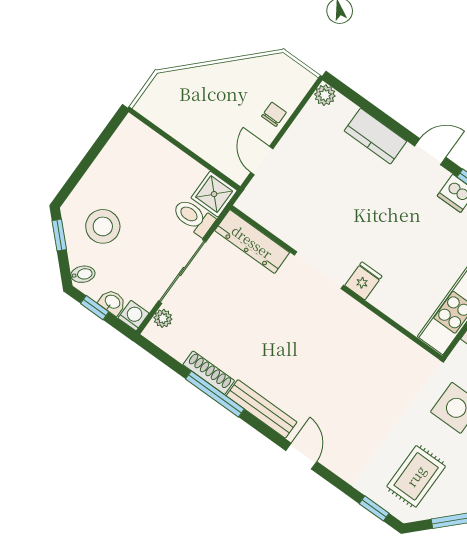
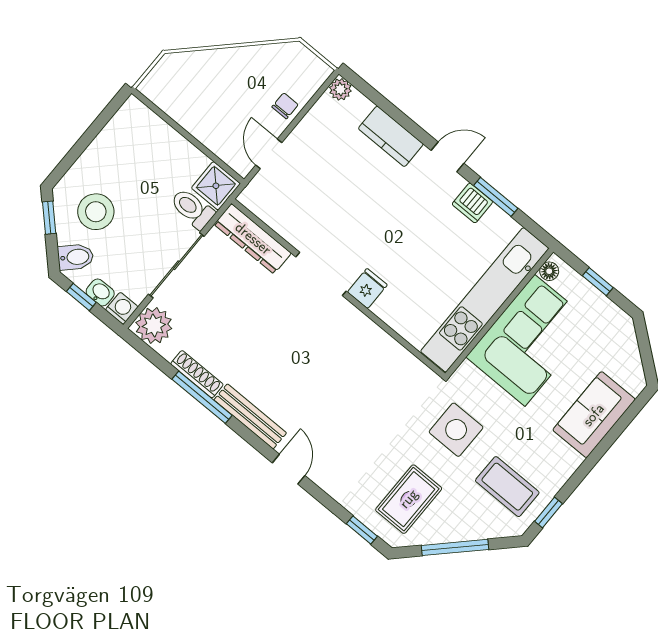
bidet: (83, 274) -> (76, 257), width x1.38, depth x1.36
plant: (163, 318) -> (154, 325), width x1.88, depth x1.88

